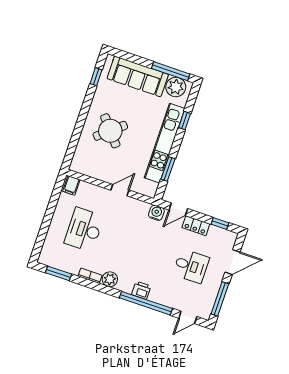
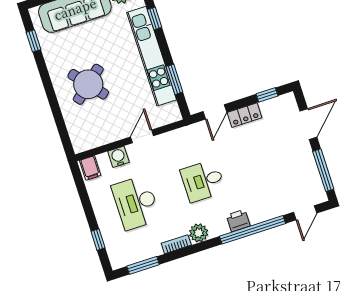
water cooler: (156, 213) -> (118, 157), moved
window: (42, 235) -> (98, 240), added
desk: (191, 266) -> (203, 181), moved, turned 180

